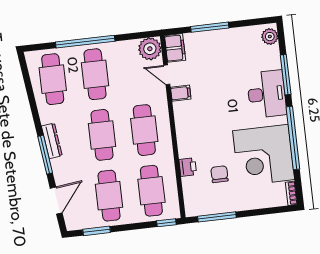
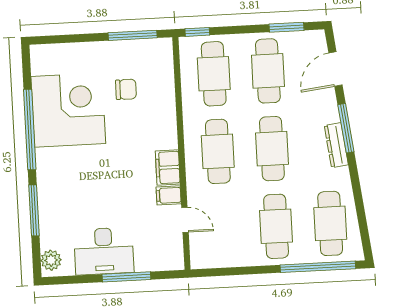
window: (85, 42) -> (318, 267), moved
filing cabinet: (175, 48) -> (168, 168), moved
plant: (150, 49) -> (204, 254), removed
desk: (267, 94) -> (104, 251), moved, turned -90
printer: (188, 167) -> (166, 101), removed
chair: (219, 174) -> (126, 89), turned -90
bookcase: (291, 193) -> (36, 59), removed

